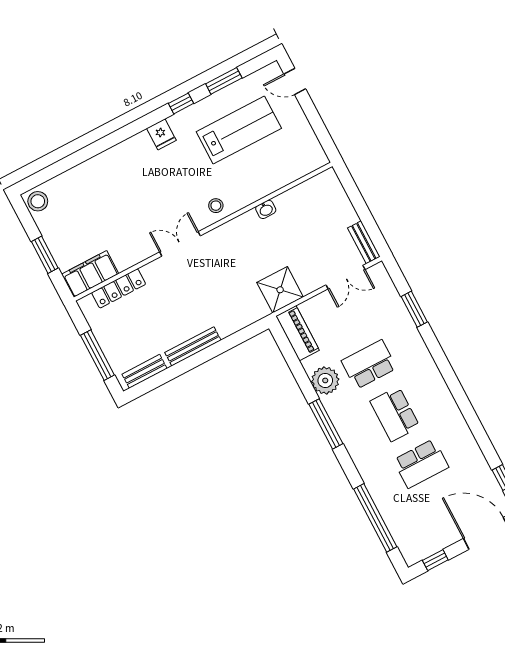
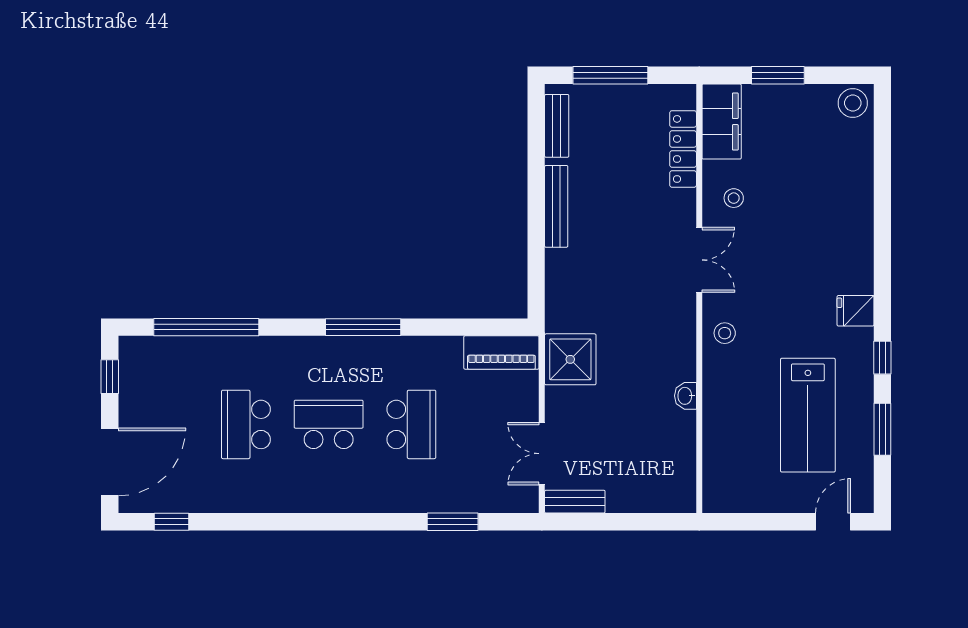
stool: (132, 243) -> (734, 198), added
plant: (325, 380) -> (420, 356), removed

